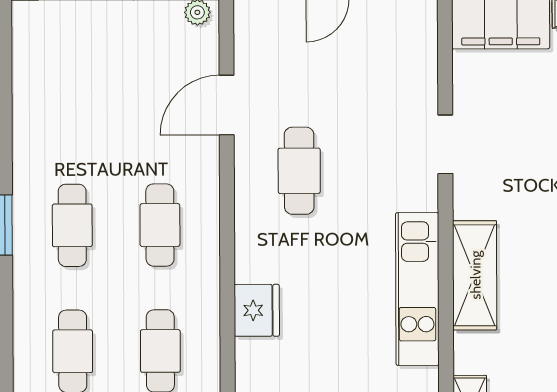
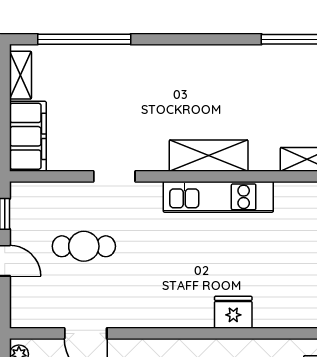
cafe table: (299, 171) -> (84, 246), moved

